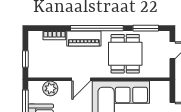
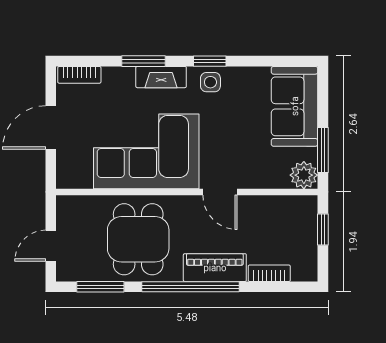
door: (81, 79) -> (220, 192), swing flipped
plant: (50, 88) -> (304, 175), moved

